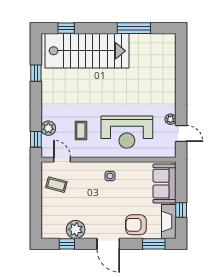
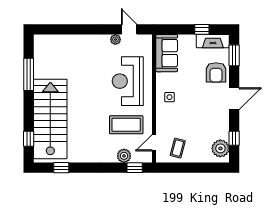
window: (36, 73) -> (61, 168), moved
coffee table: (81, 130) -> (126, 125), width x1.86, depth x1.72
reception desk: (127, 132) -> (128, 81), turned 180
door: (181, 133) -> (129, 29), hinge flipped
sofa: (164, 184) -> (167, 53), moved, turned -90
plant: (76, 229) -> (220, 148), moved

